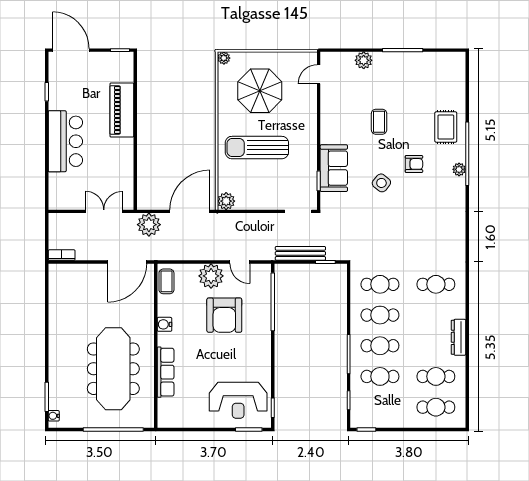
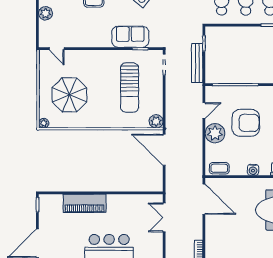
sun lounger: (257, 148) -> (130, 88), moved
plant: (149, 225) -> (175, 182), removed

